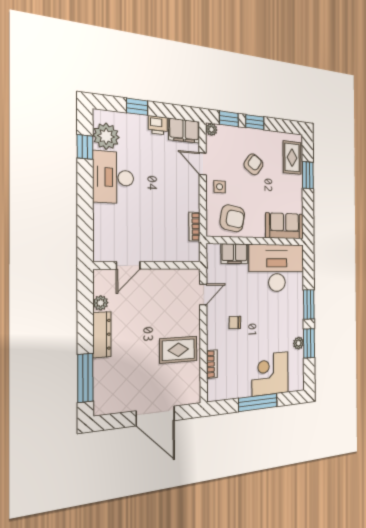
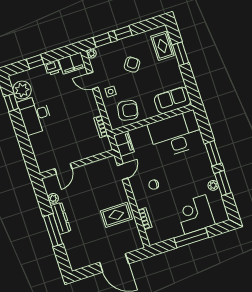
filing cabinet: (234, 254) -> (124, 144), moved, turned -90
window: (85, 378) -> (53, 230), moved

